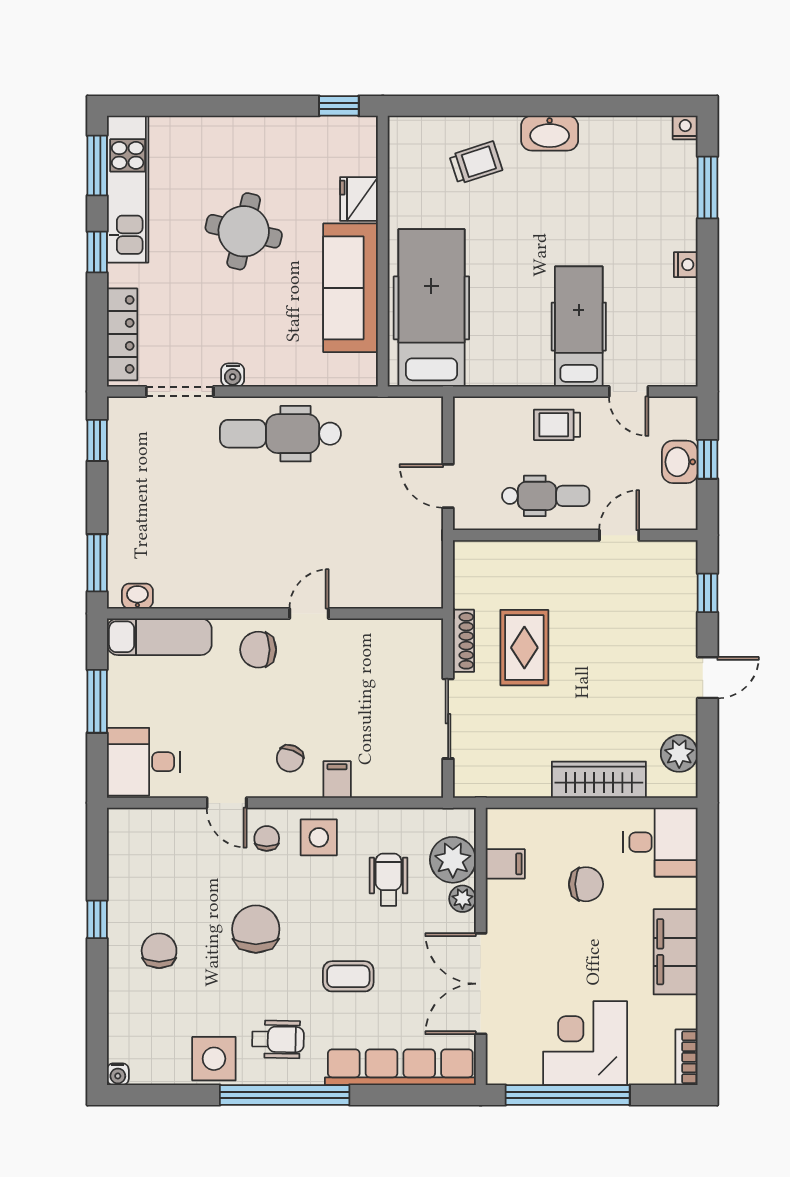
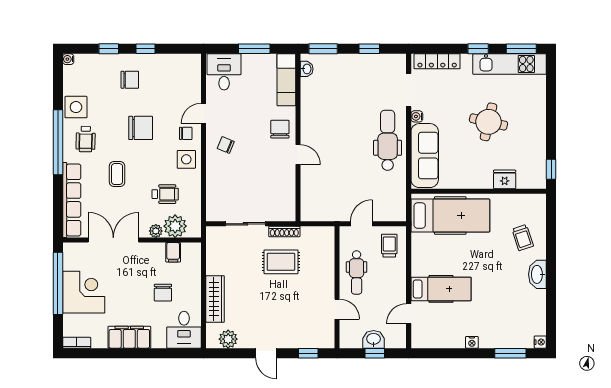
sofa: (350, 288) -> (425, 156), moved, turned 90
trolley: (557, 425) -> (389, 246), moved
window: (97, 440) -> (369, 49), moved
filing cabinet: (337, 780) -> (215, 168), removed
window: (97, 993) -> (109, 49), added

